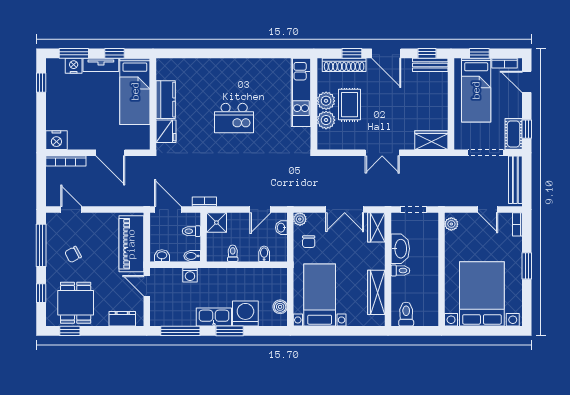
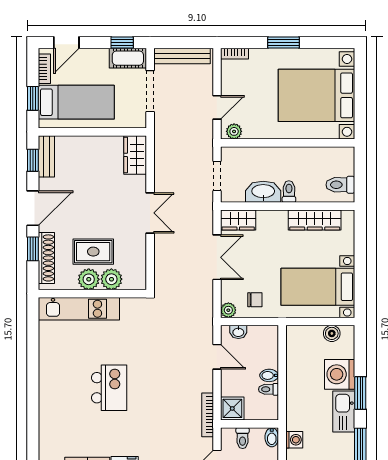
bookcase: (204, 202) -> (208, 415), width x1.56
door: (488, 210) -> (217, 107), moved
bidet: (264, 254) -> (269, 375), moved

